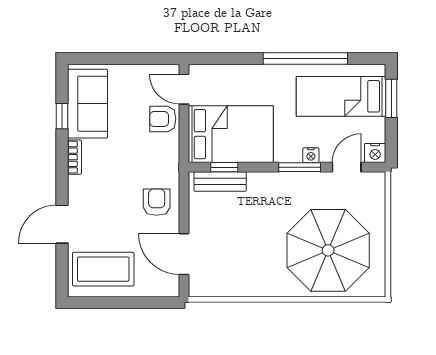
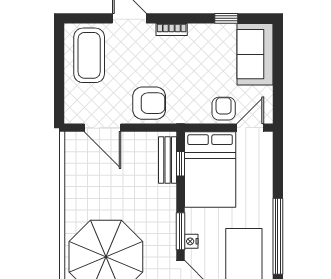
sofa: (87, 104) -> (255, 54), moved, turned 90
bookcase: (74, 157) -> (172, 29), moved
armchair: (157, 202) -> (149, 103), width x1.38, depth x1.38
door: (184, 254) -> (103, 128), swing flipped

